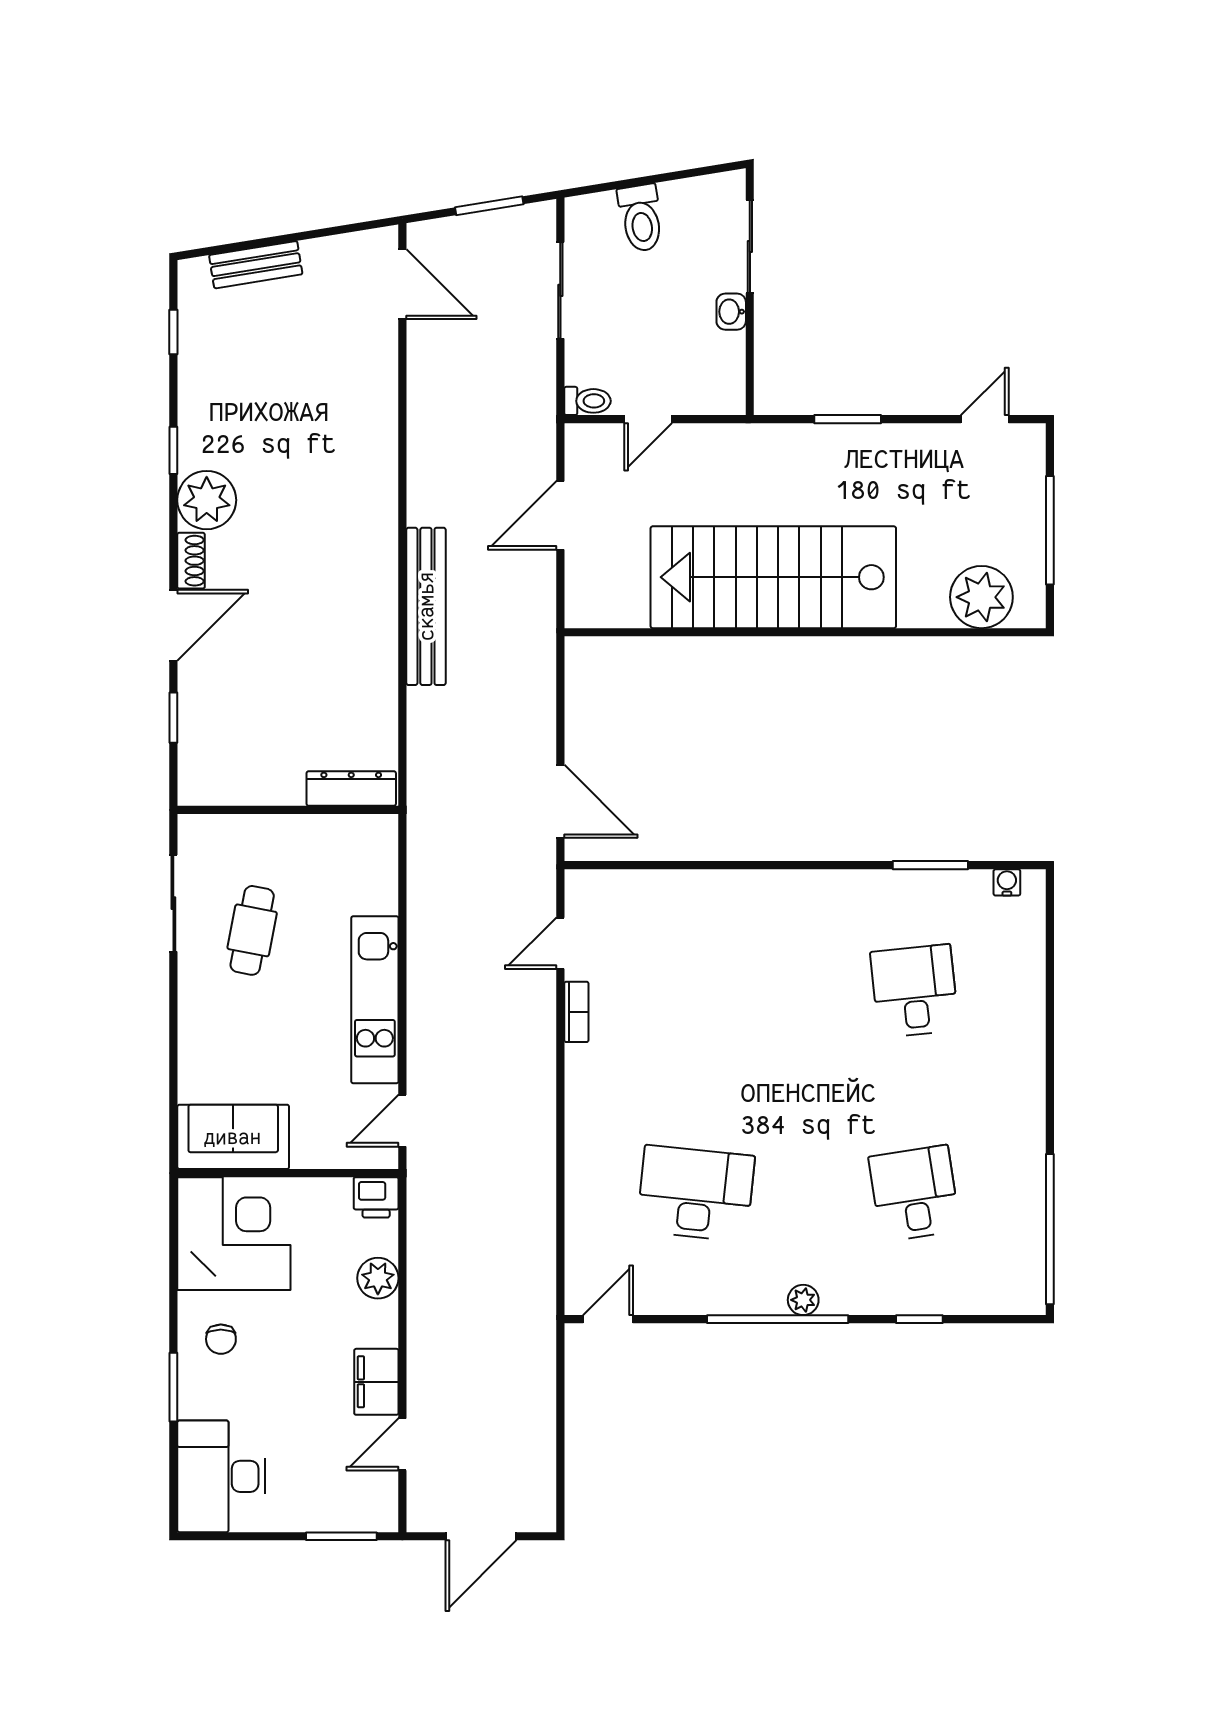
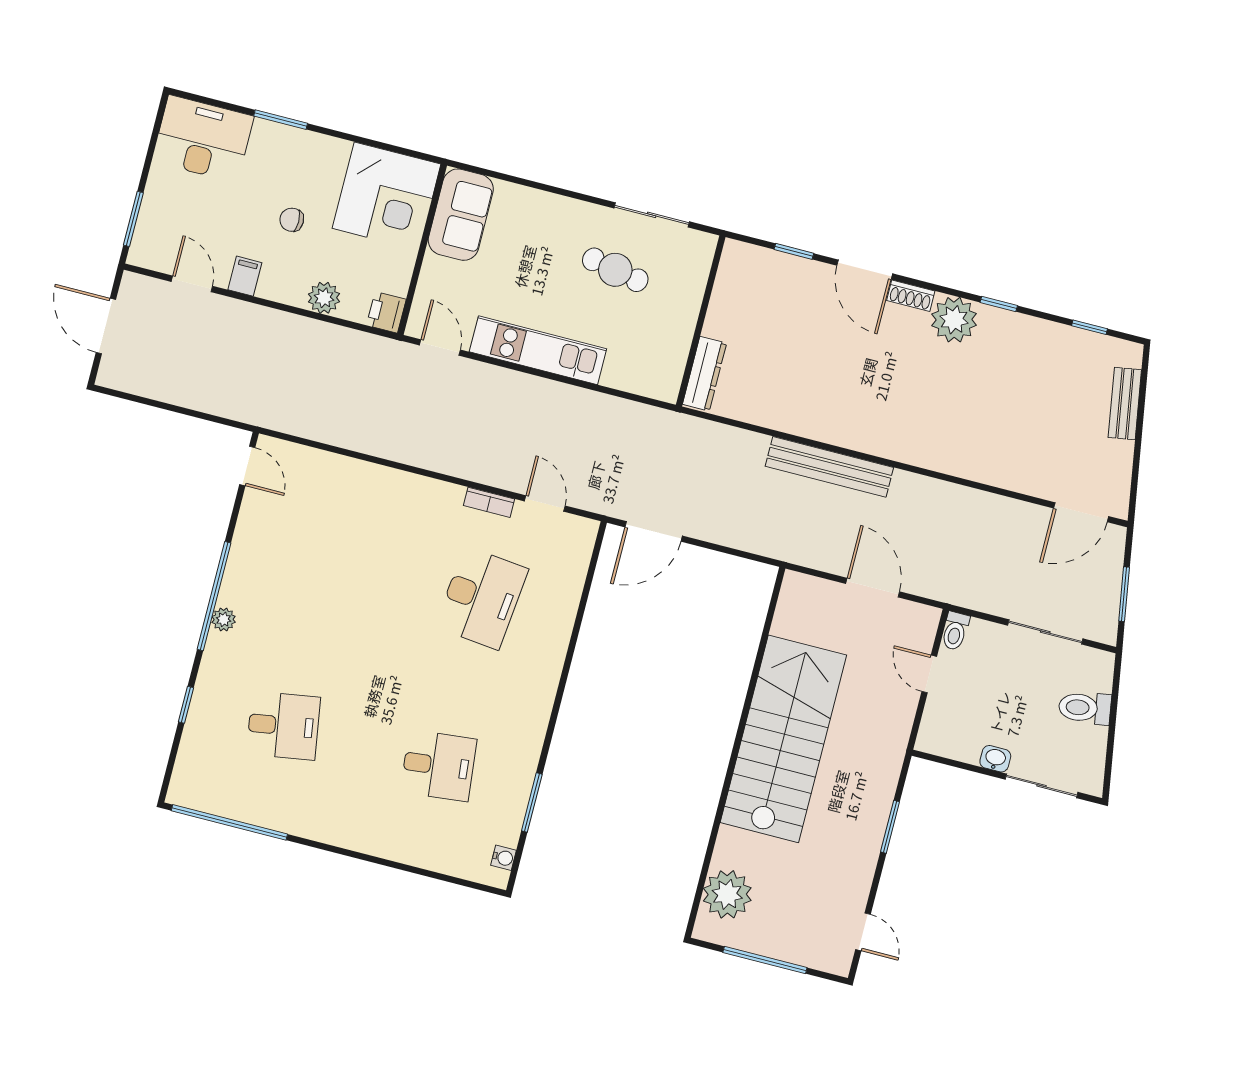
desk: (696, 1193) -> (482, 598), moved
chair: (221, 1339) -> (292, 220), moved
filing cabinet: (376, 1382) -> (245, 276), width x0.50

